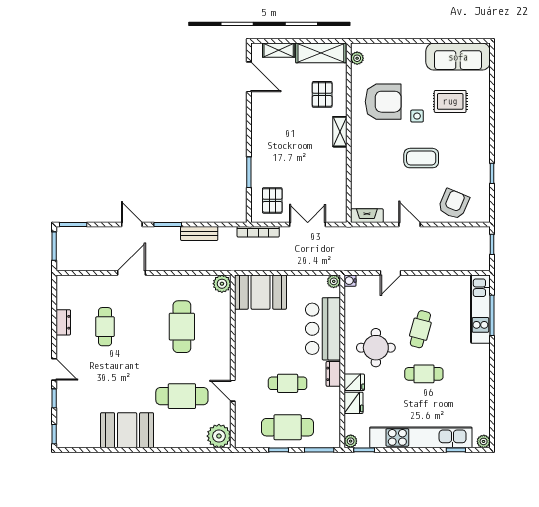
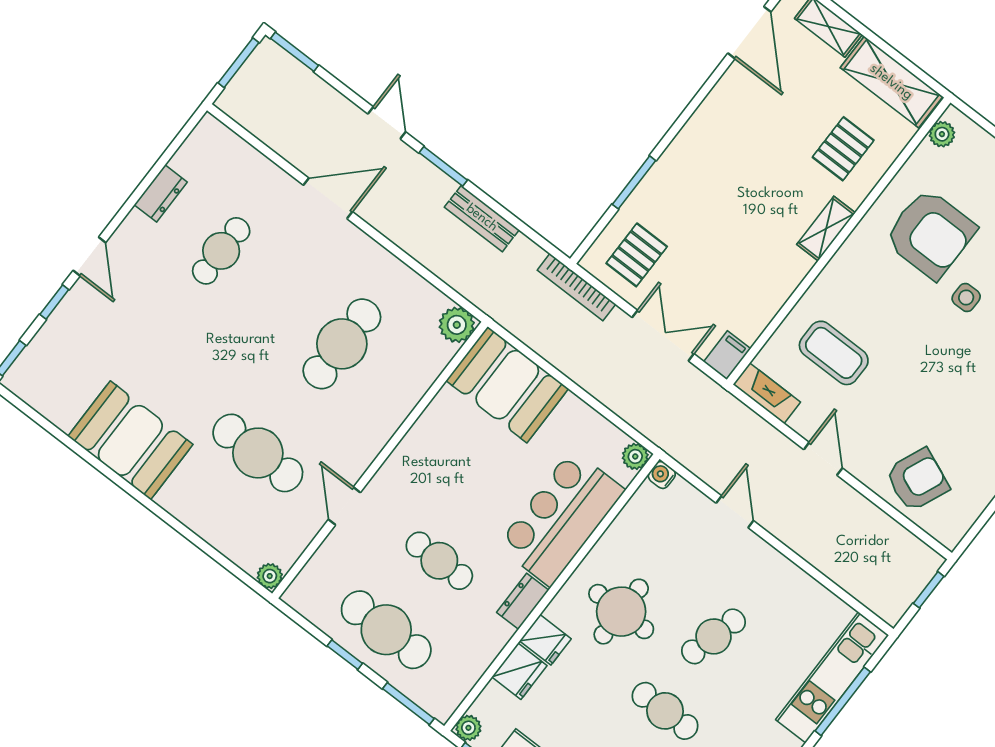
coffee table: (421, 158) -> (834, 353), moved
filing cabinet: (339, 213) -> (727, 355), added
door: (391, 273) -> (735, 512), swing flipped
plant: (219, 436) -> (270, 576), width x0.53, depth x0.53

